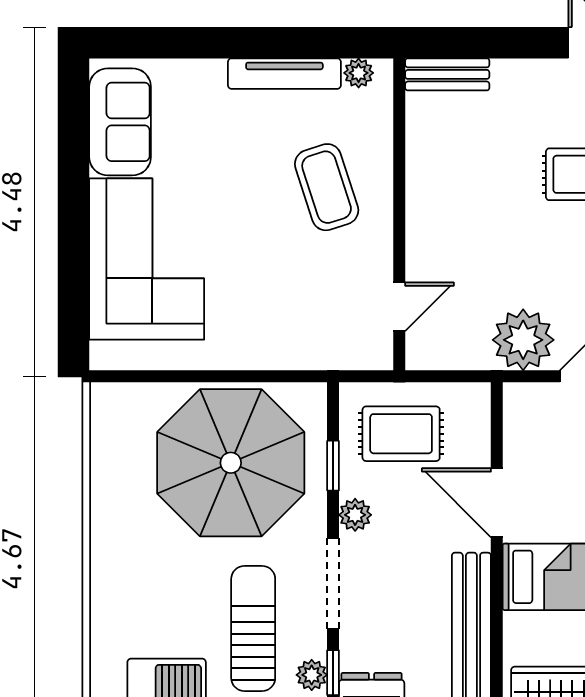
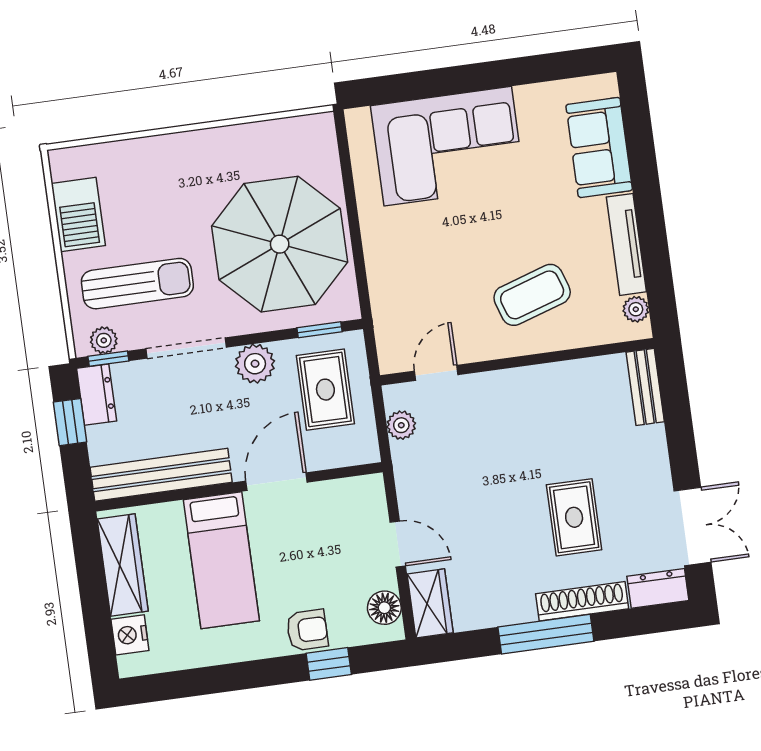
sofa: (120, 122) -> (599, 147), moved, turned 90
door: (399, 307) -> (436, 373), swing flipped
plant: (523, 340) -> (401, 425), moved, width x0.53, depth x0.53
window: (333, 466) -> (319, 330), moved
plant: (355, 515) -> (255, 364), width x1.38, depth x1.38

